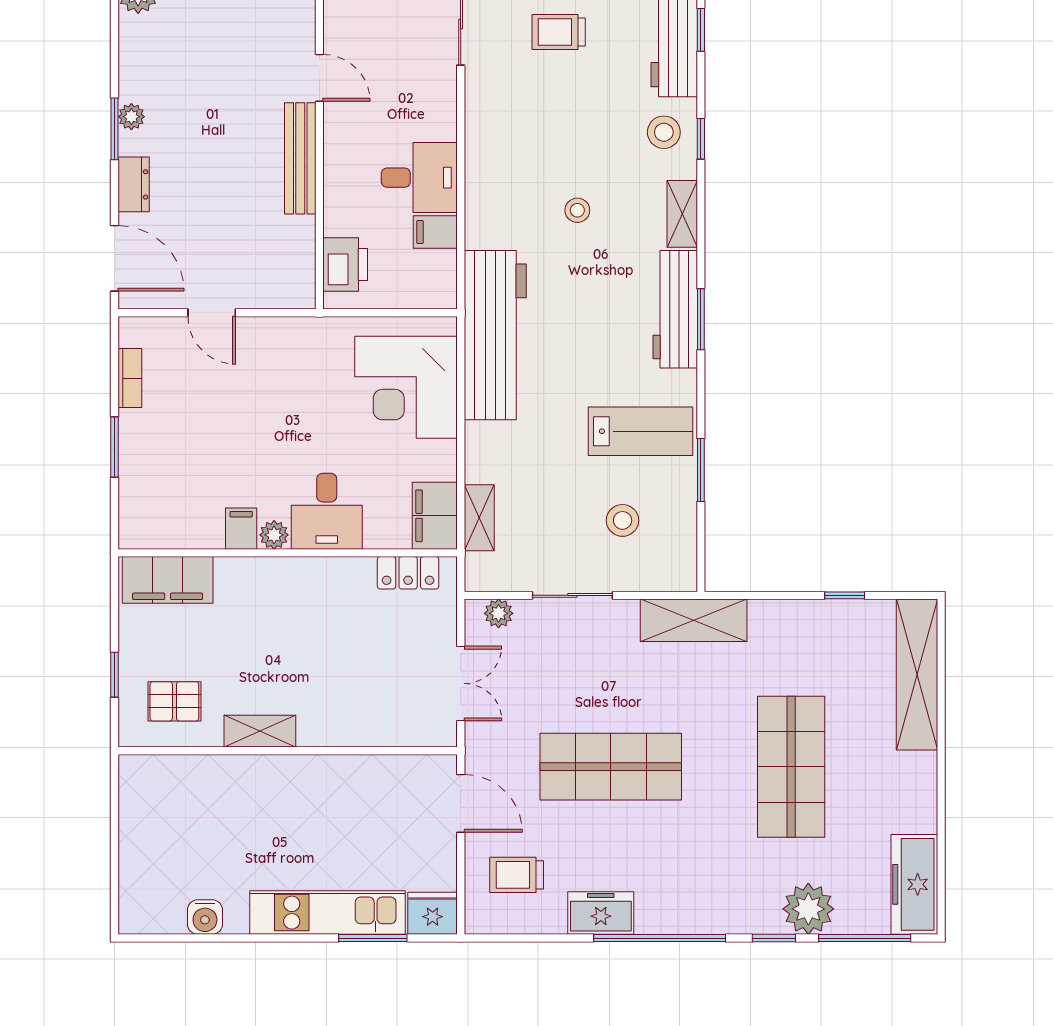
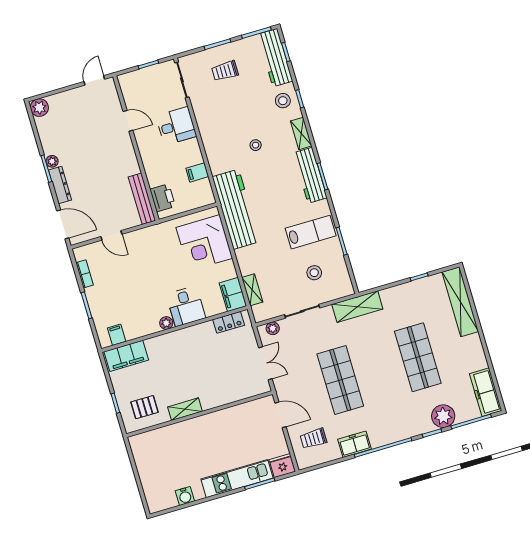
bench: (300, 158) -> (142, 199), moved
desk: (419, 178) -> (176, 126), moved
dresser: (134, 184) -> (60, 185), width x1.44
filing cabinet: (241, 529) -> (117, 335), moved
shop shelf: (611, 767) -> (340, 380), turned 90

